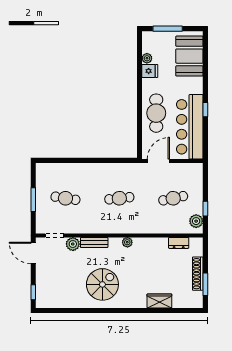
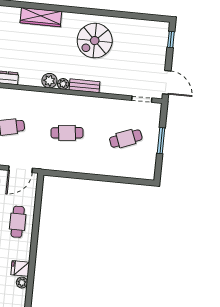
cafe table: (156, 113) -> (18, 222), width x0.73, depth x0.74
cafe table: (65, 198) -> (126, 139), turned -30
bench: (94, 242) -> (84, 86), moved
plant: (73, 244) -> (49, 81), moved
wardrobe: (159, 301) -> (41, 17), width x1.50

